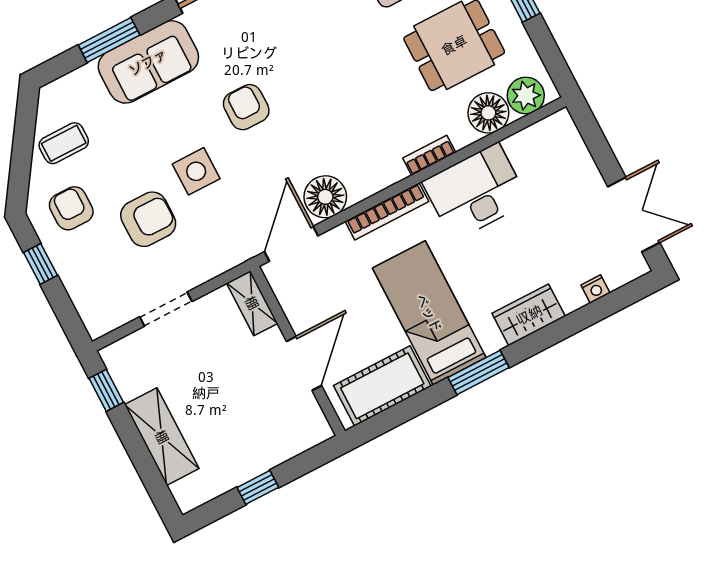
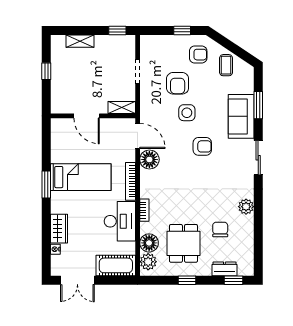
wardrobe: (529, 315) -> (59, 229), moved
cot: (382, 386) -> (116, 265), moved, turned 90
shelving: (162, 437) -> (80, 41), width x0.67, depth x0.75

